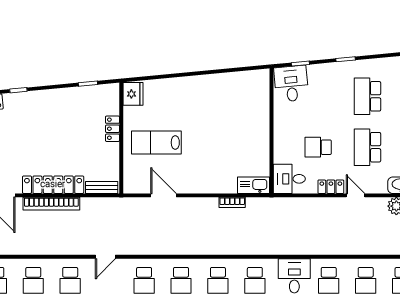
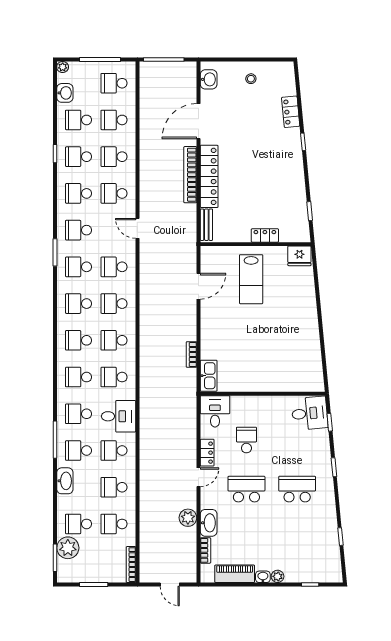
lab bench: (156, 143) -> (251, 279), turned 180

